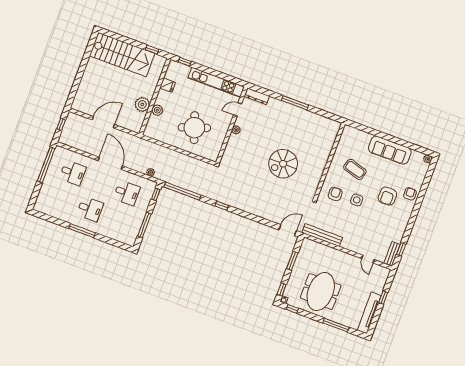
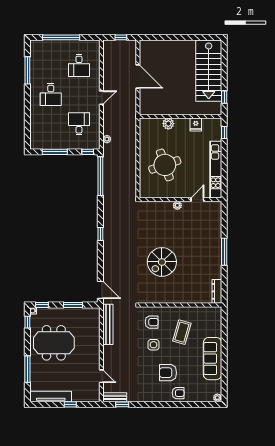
dresser: (257, 96) -> (217, 291), moved
plant: (142, 104) -> (169, 107), removed
door: (238, 109) -> (197, 200), hinge flipped
door: (110, 163) -> (101, 98), width x0.53
spiral stairs: (283, 164) -> (162, 262), turned -90
window: (46, 165) -> (61, 37), moved
desk: (127, 193) -> (79, 124), turned 180
window: (222, 206) -> (100, 234), moved
window: (82, 231) -> (27, 70), moved
door: (368, 259) -> (101, 376), swing flipped

